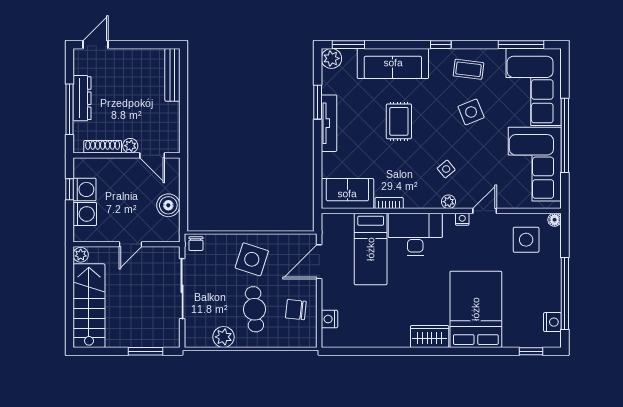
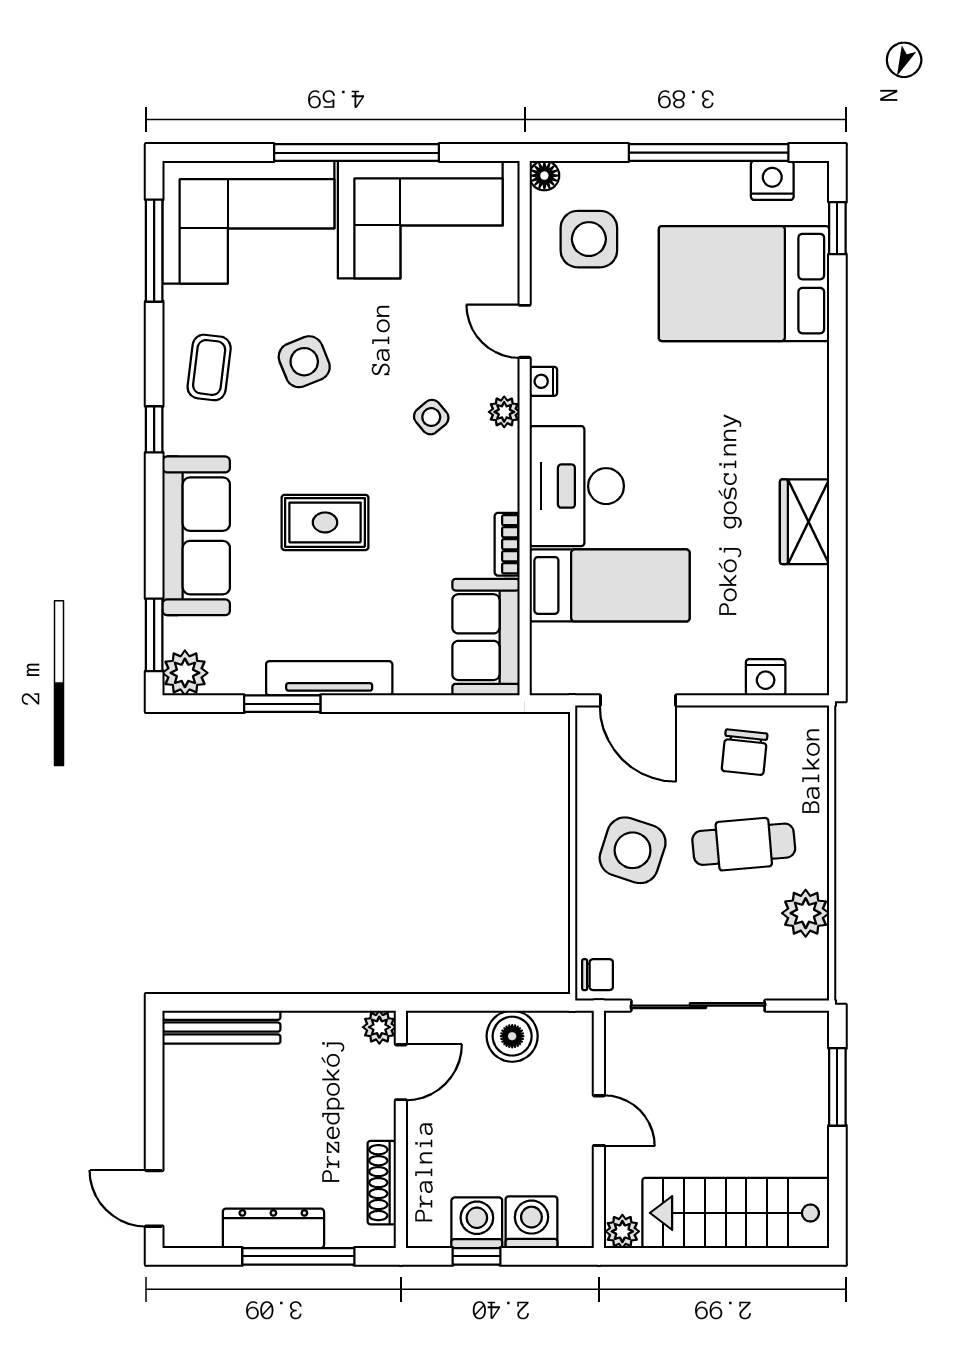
plant: (130, 146) -> (379, 1027), moved
bed: (476, 309) -> (744, 284), moved
wardrobe: (430, 337) -> (805, 522), moved

